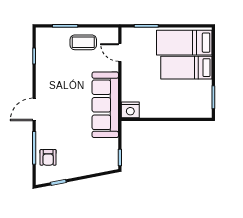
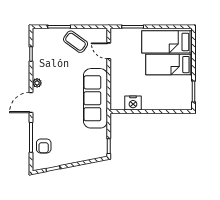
coffee table: (83, 42) -> (76, 42), turned 36
plant: (41, 88) -> (37, 83), added
nightstand: (130, 110) -> (133, 103), moved

